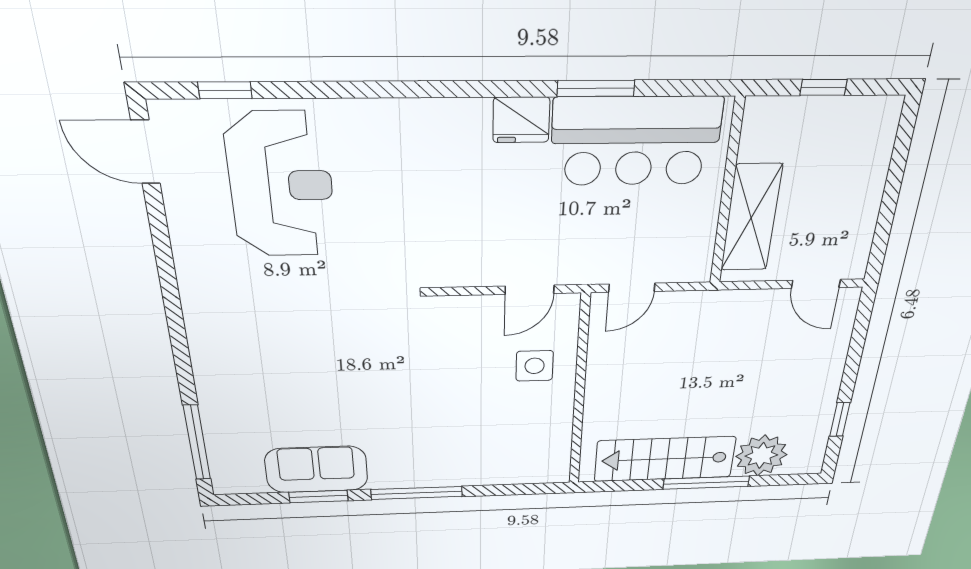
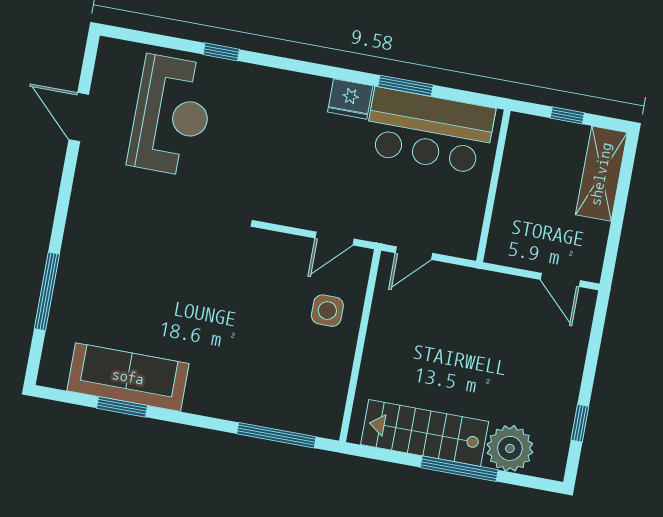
window: (225, 90) -> (221, 52), moved
door: (146, 152) -> (79, 117), moved
shelving: (751, 218) -> (601, 174), moved
window: (197, 443) -> (47, 291), moved
sofa: (316, 469) -> (128, 377), width x1.36
window: (417, 493) -> (276, 435), moved

